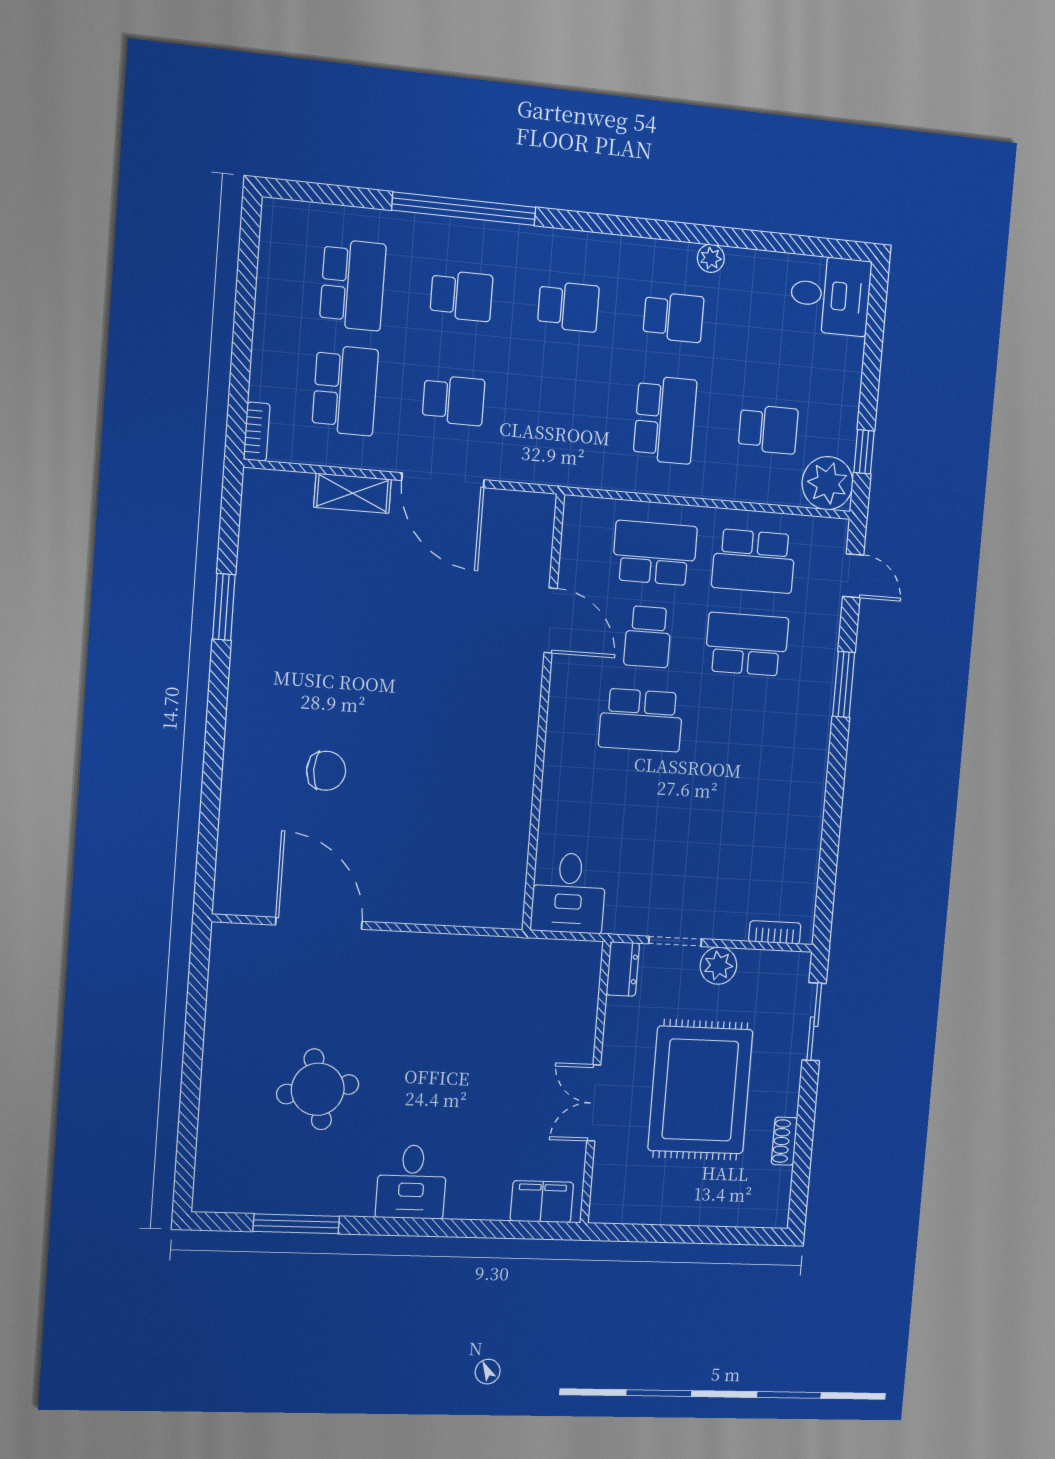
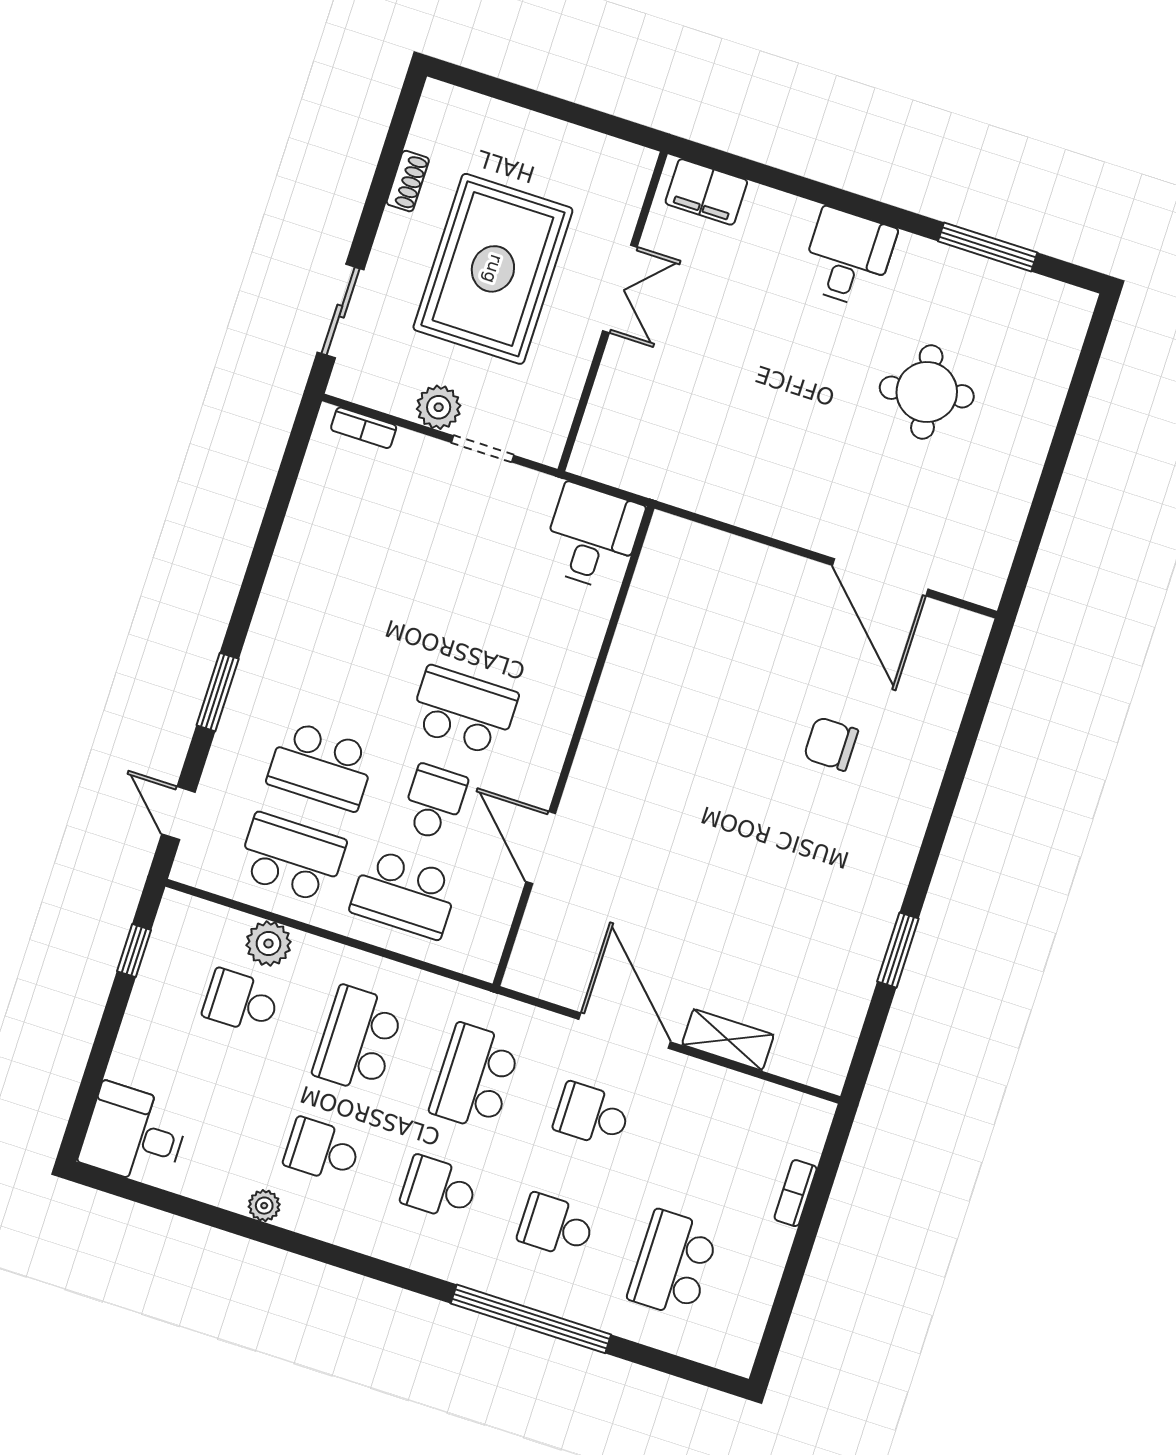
school desk: (345, 390) -> (475, 1077), moved
bookcase: (257, 432) -> (796, 1193), moved
plant: (828, 483) -> (268, 943), moved, width x0.73, depth x0.73
dresser: (623, 969) -> (550, 434), removed

